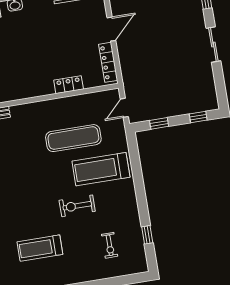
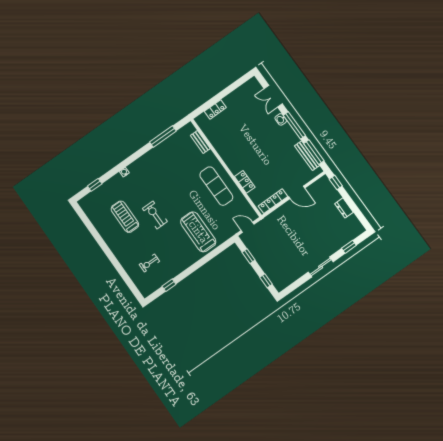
exercise mat: (73, 138) -> (216, 186), moved
exercise bike: (77, 206) -> (155, 215), moved

